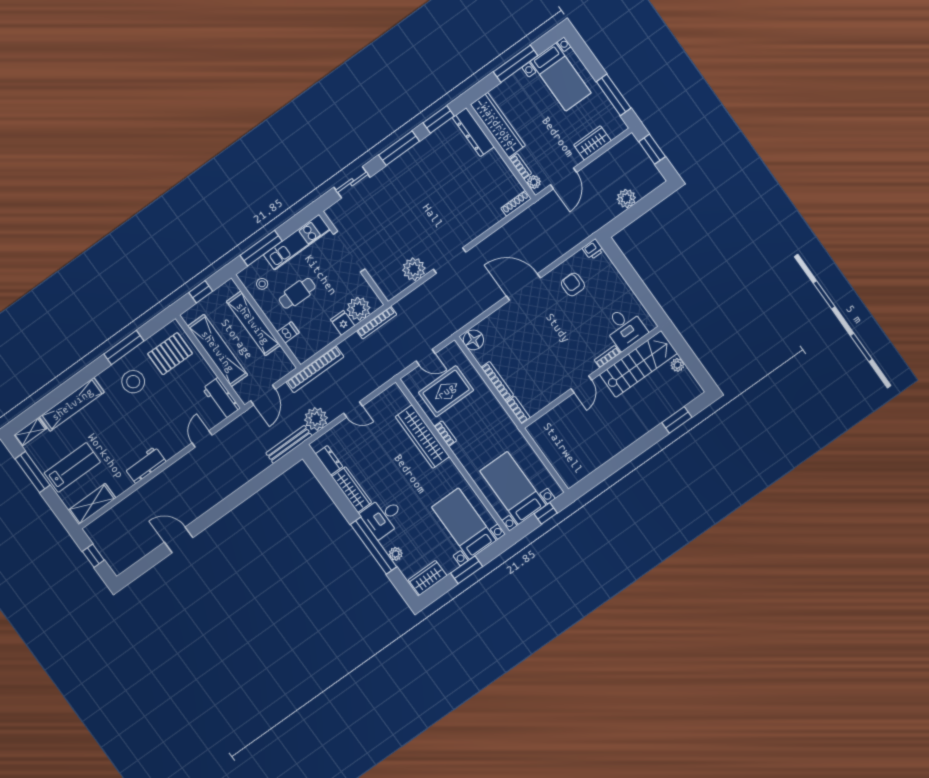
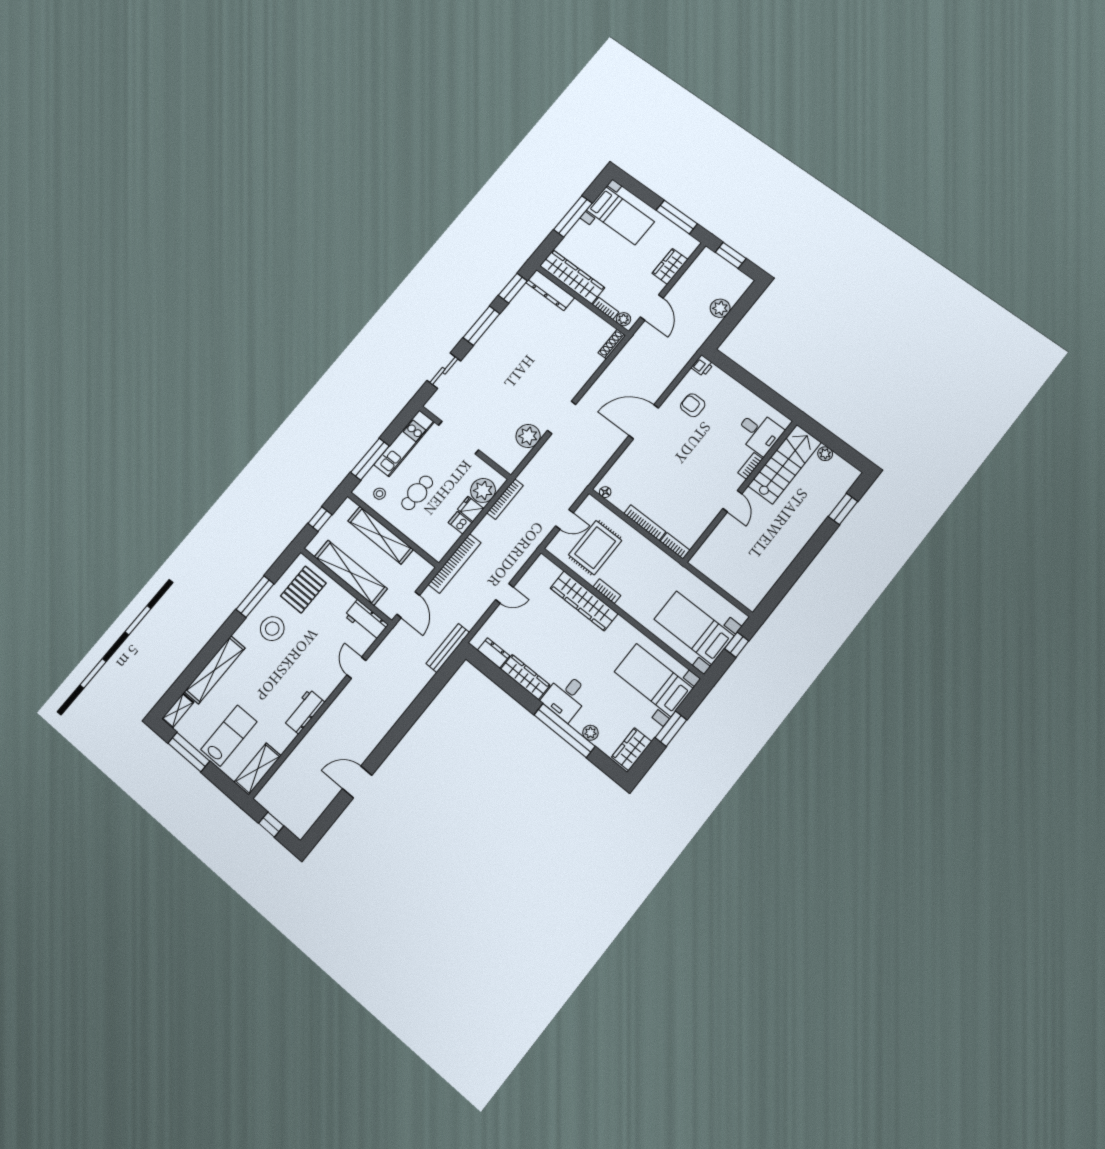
dishwasher: (288, 332) -> (460, 523), moved, turned -90
floor lamp: (473, 340) -> (605, 492), width x0.53, depth x0.53
plant: (316, 419) -> (469, 614), removed

